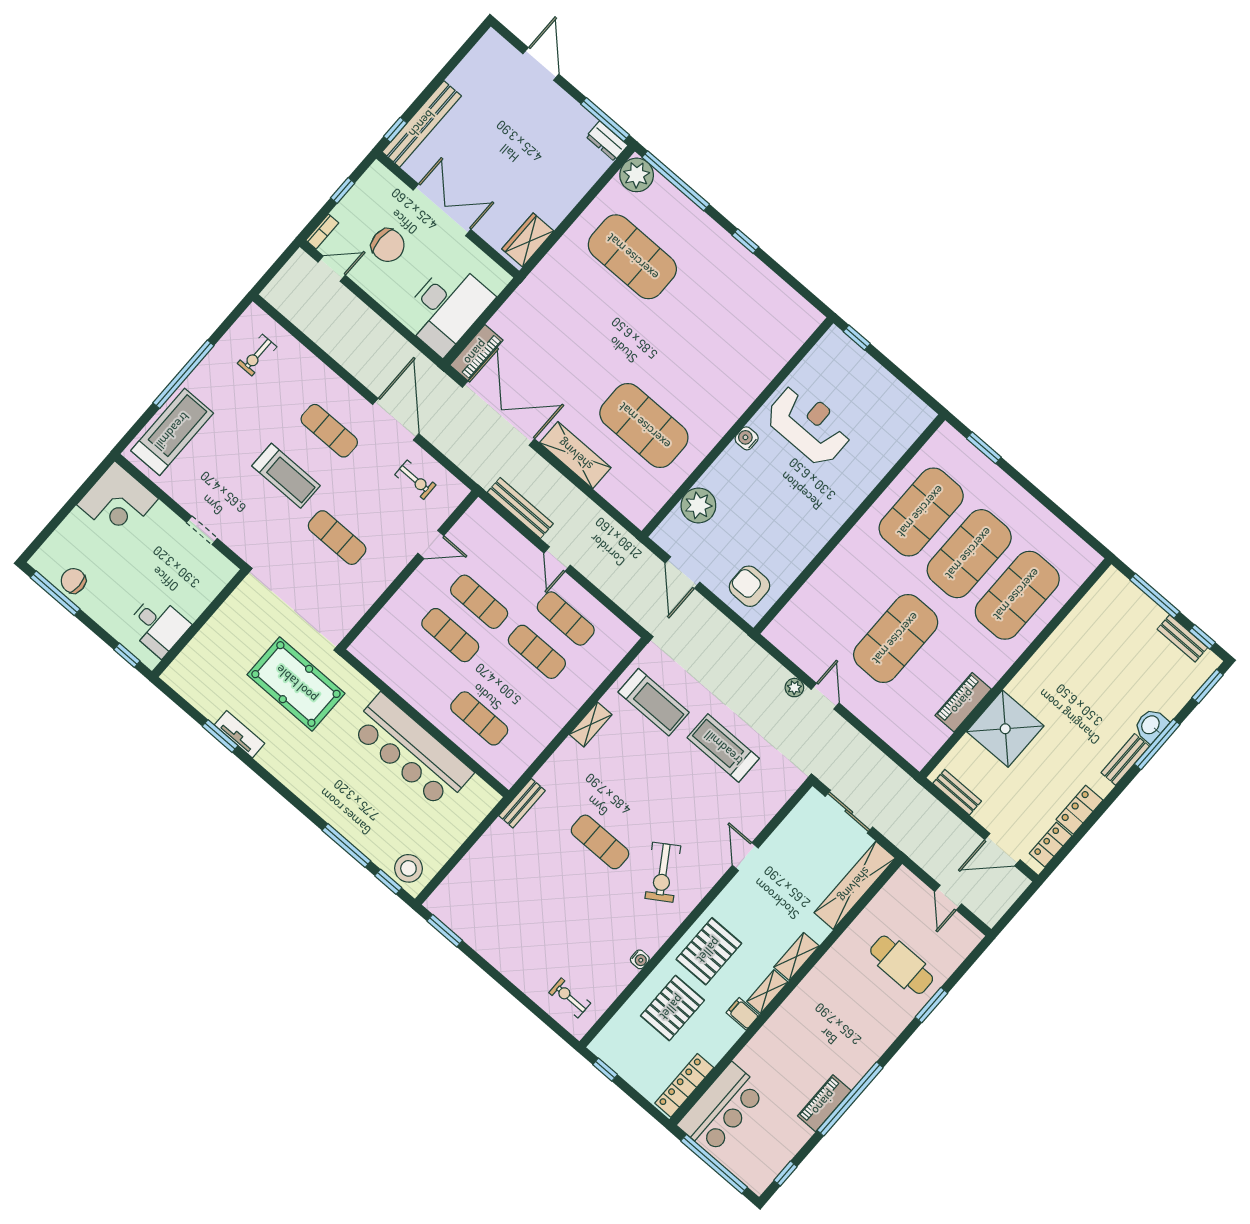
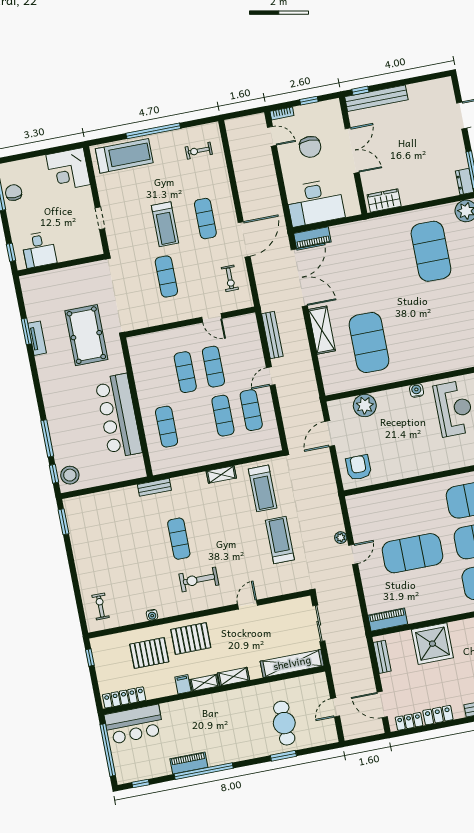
piano: (963, 702) -> (388, 620), moved
exercise bike: (663, 872) -> (199, 579), turned 33

